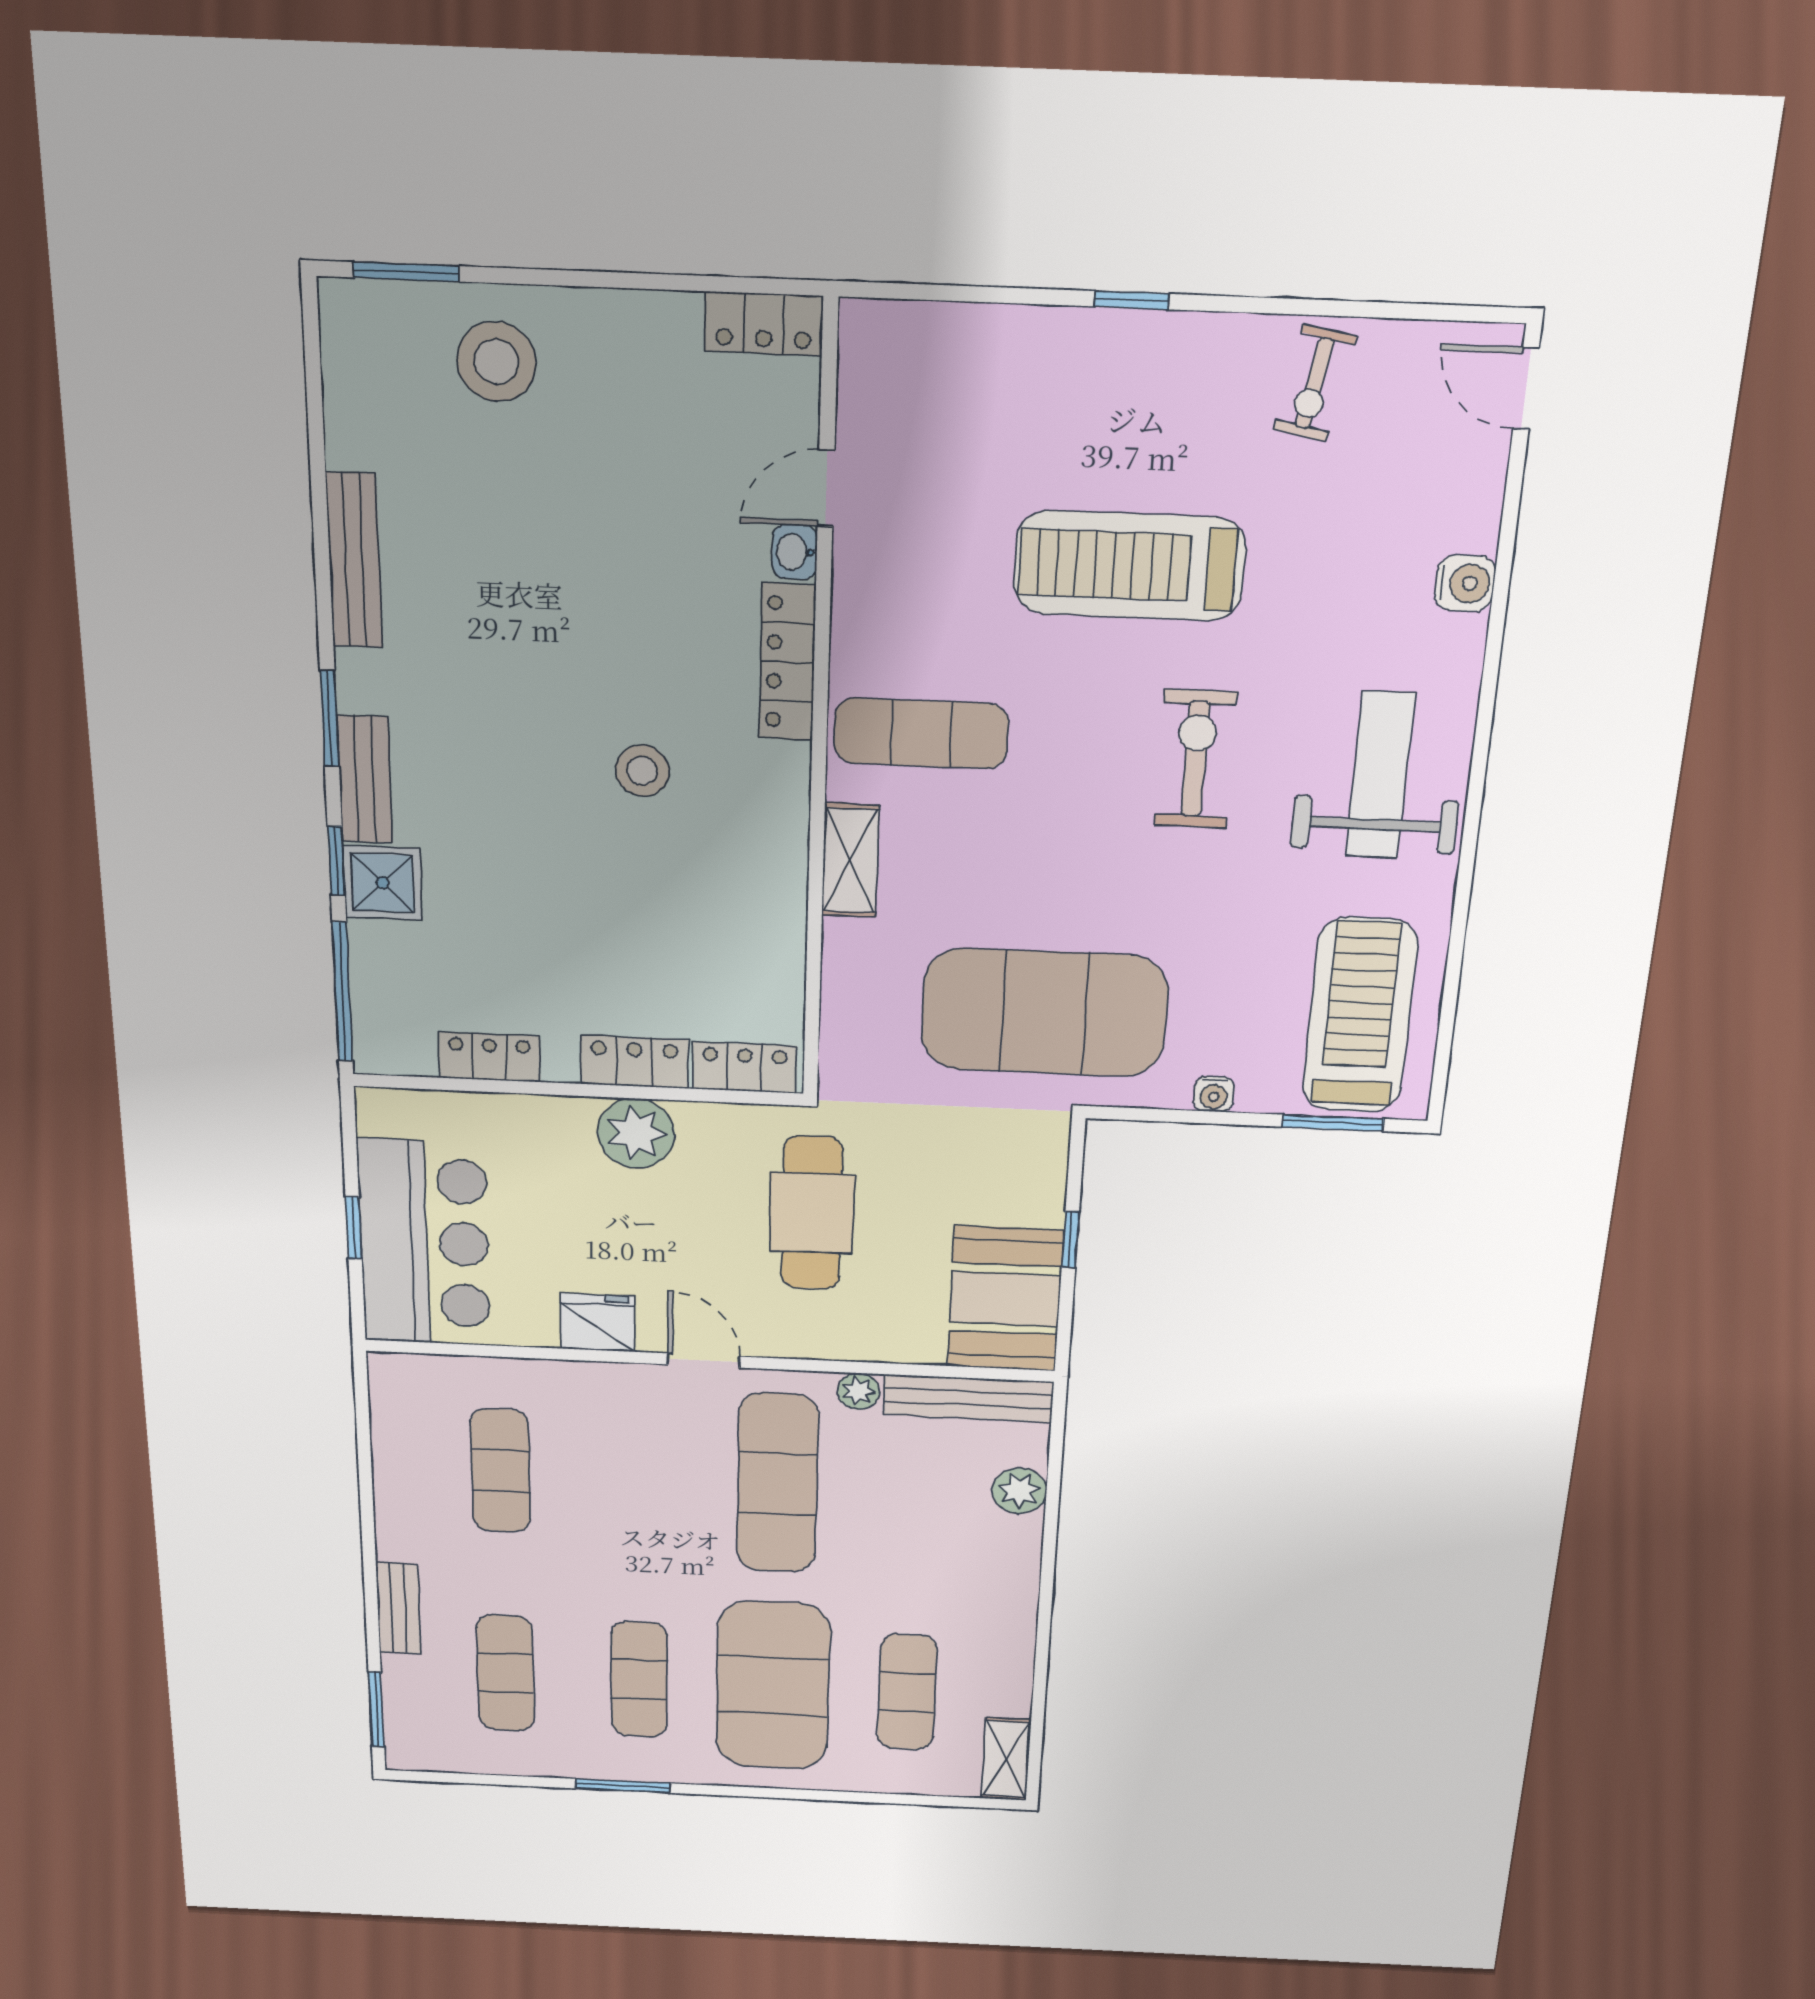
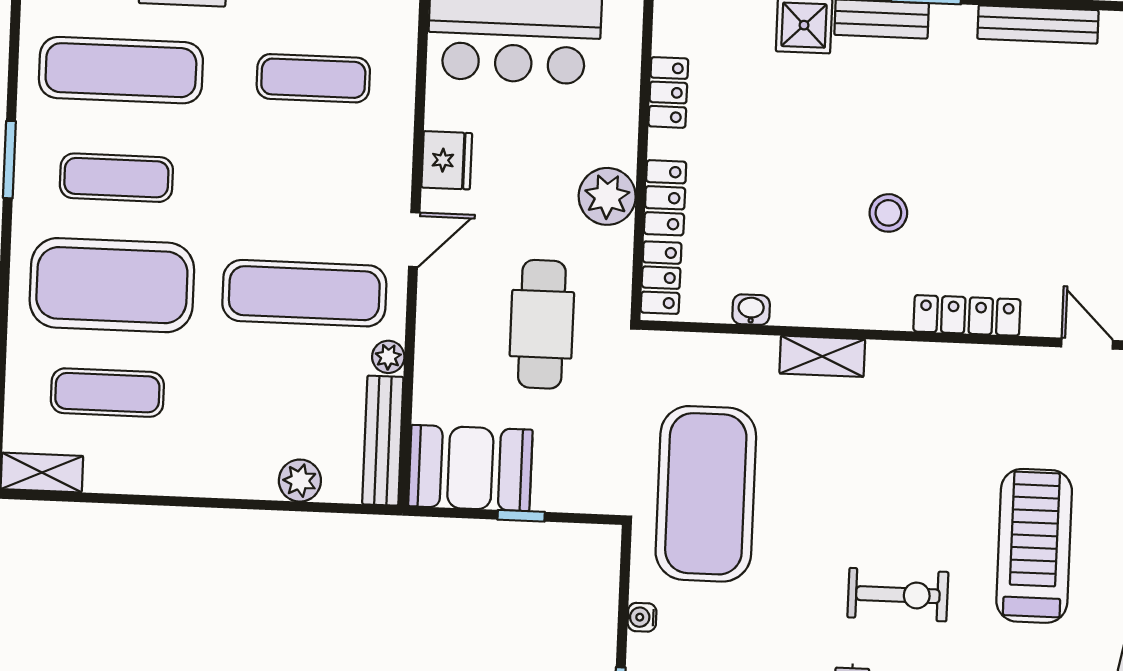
washbasin: (795, 552) -> (751, 310), moved
exercise mat: (921, 733) -> (916, 406), removed
cafe table: (812, 1213) -> (542, 324), turned 90
exercise mat: (506, 1673) -> (121, 70), width x1.36, depth x1.45

